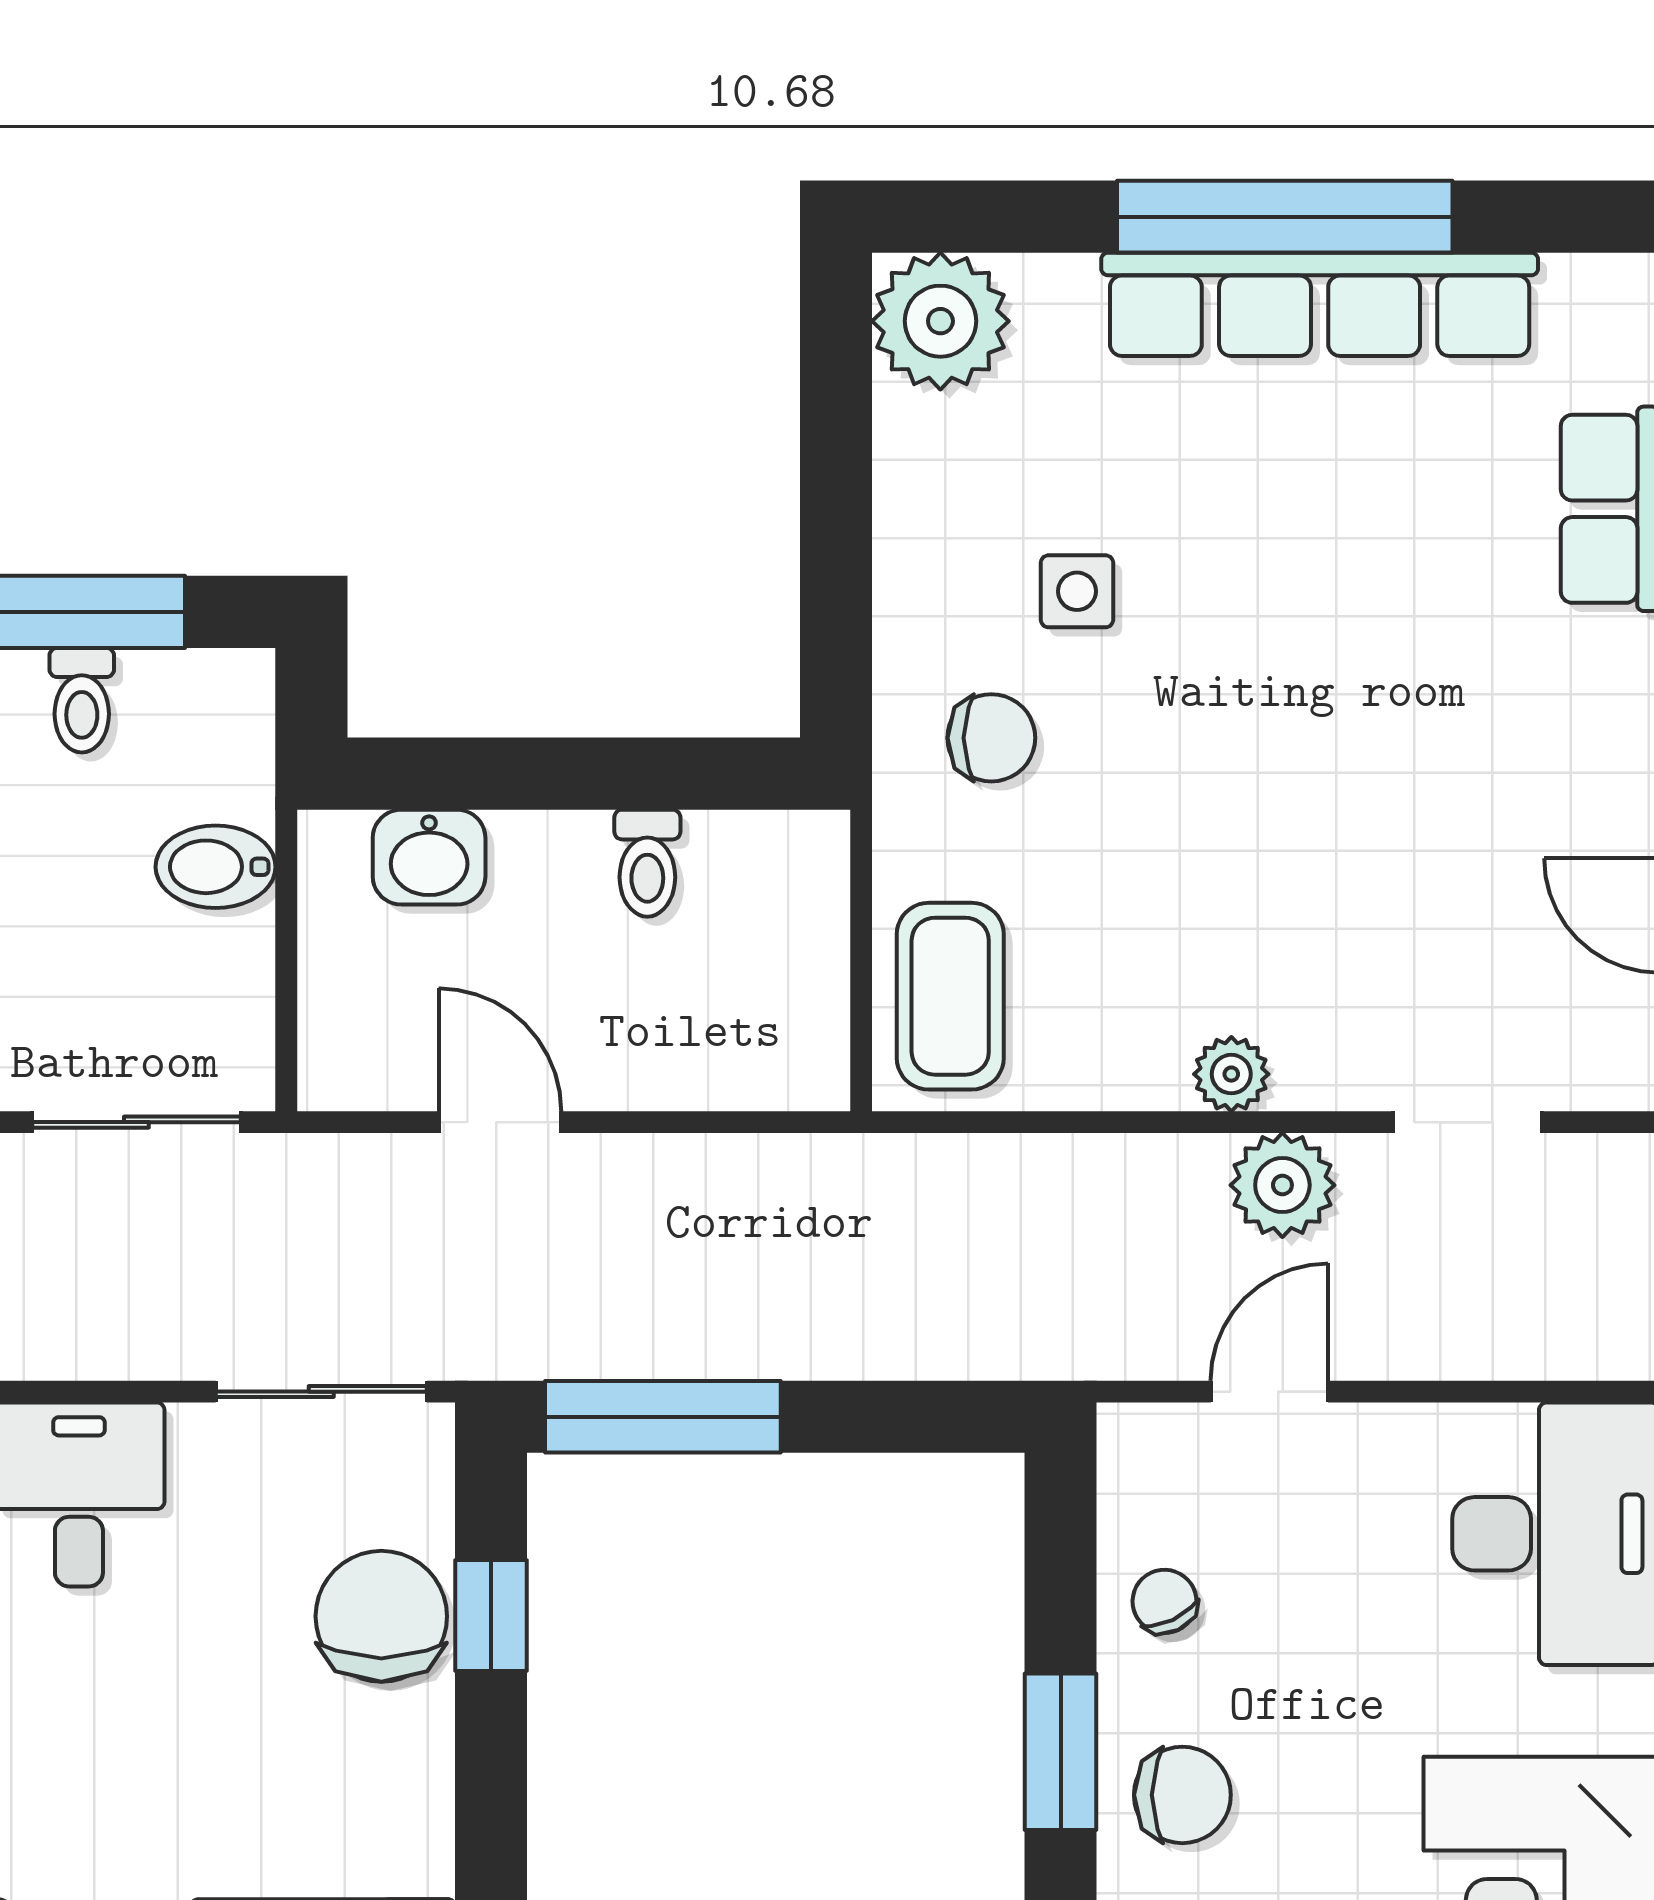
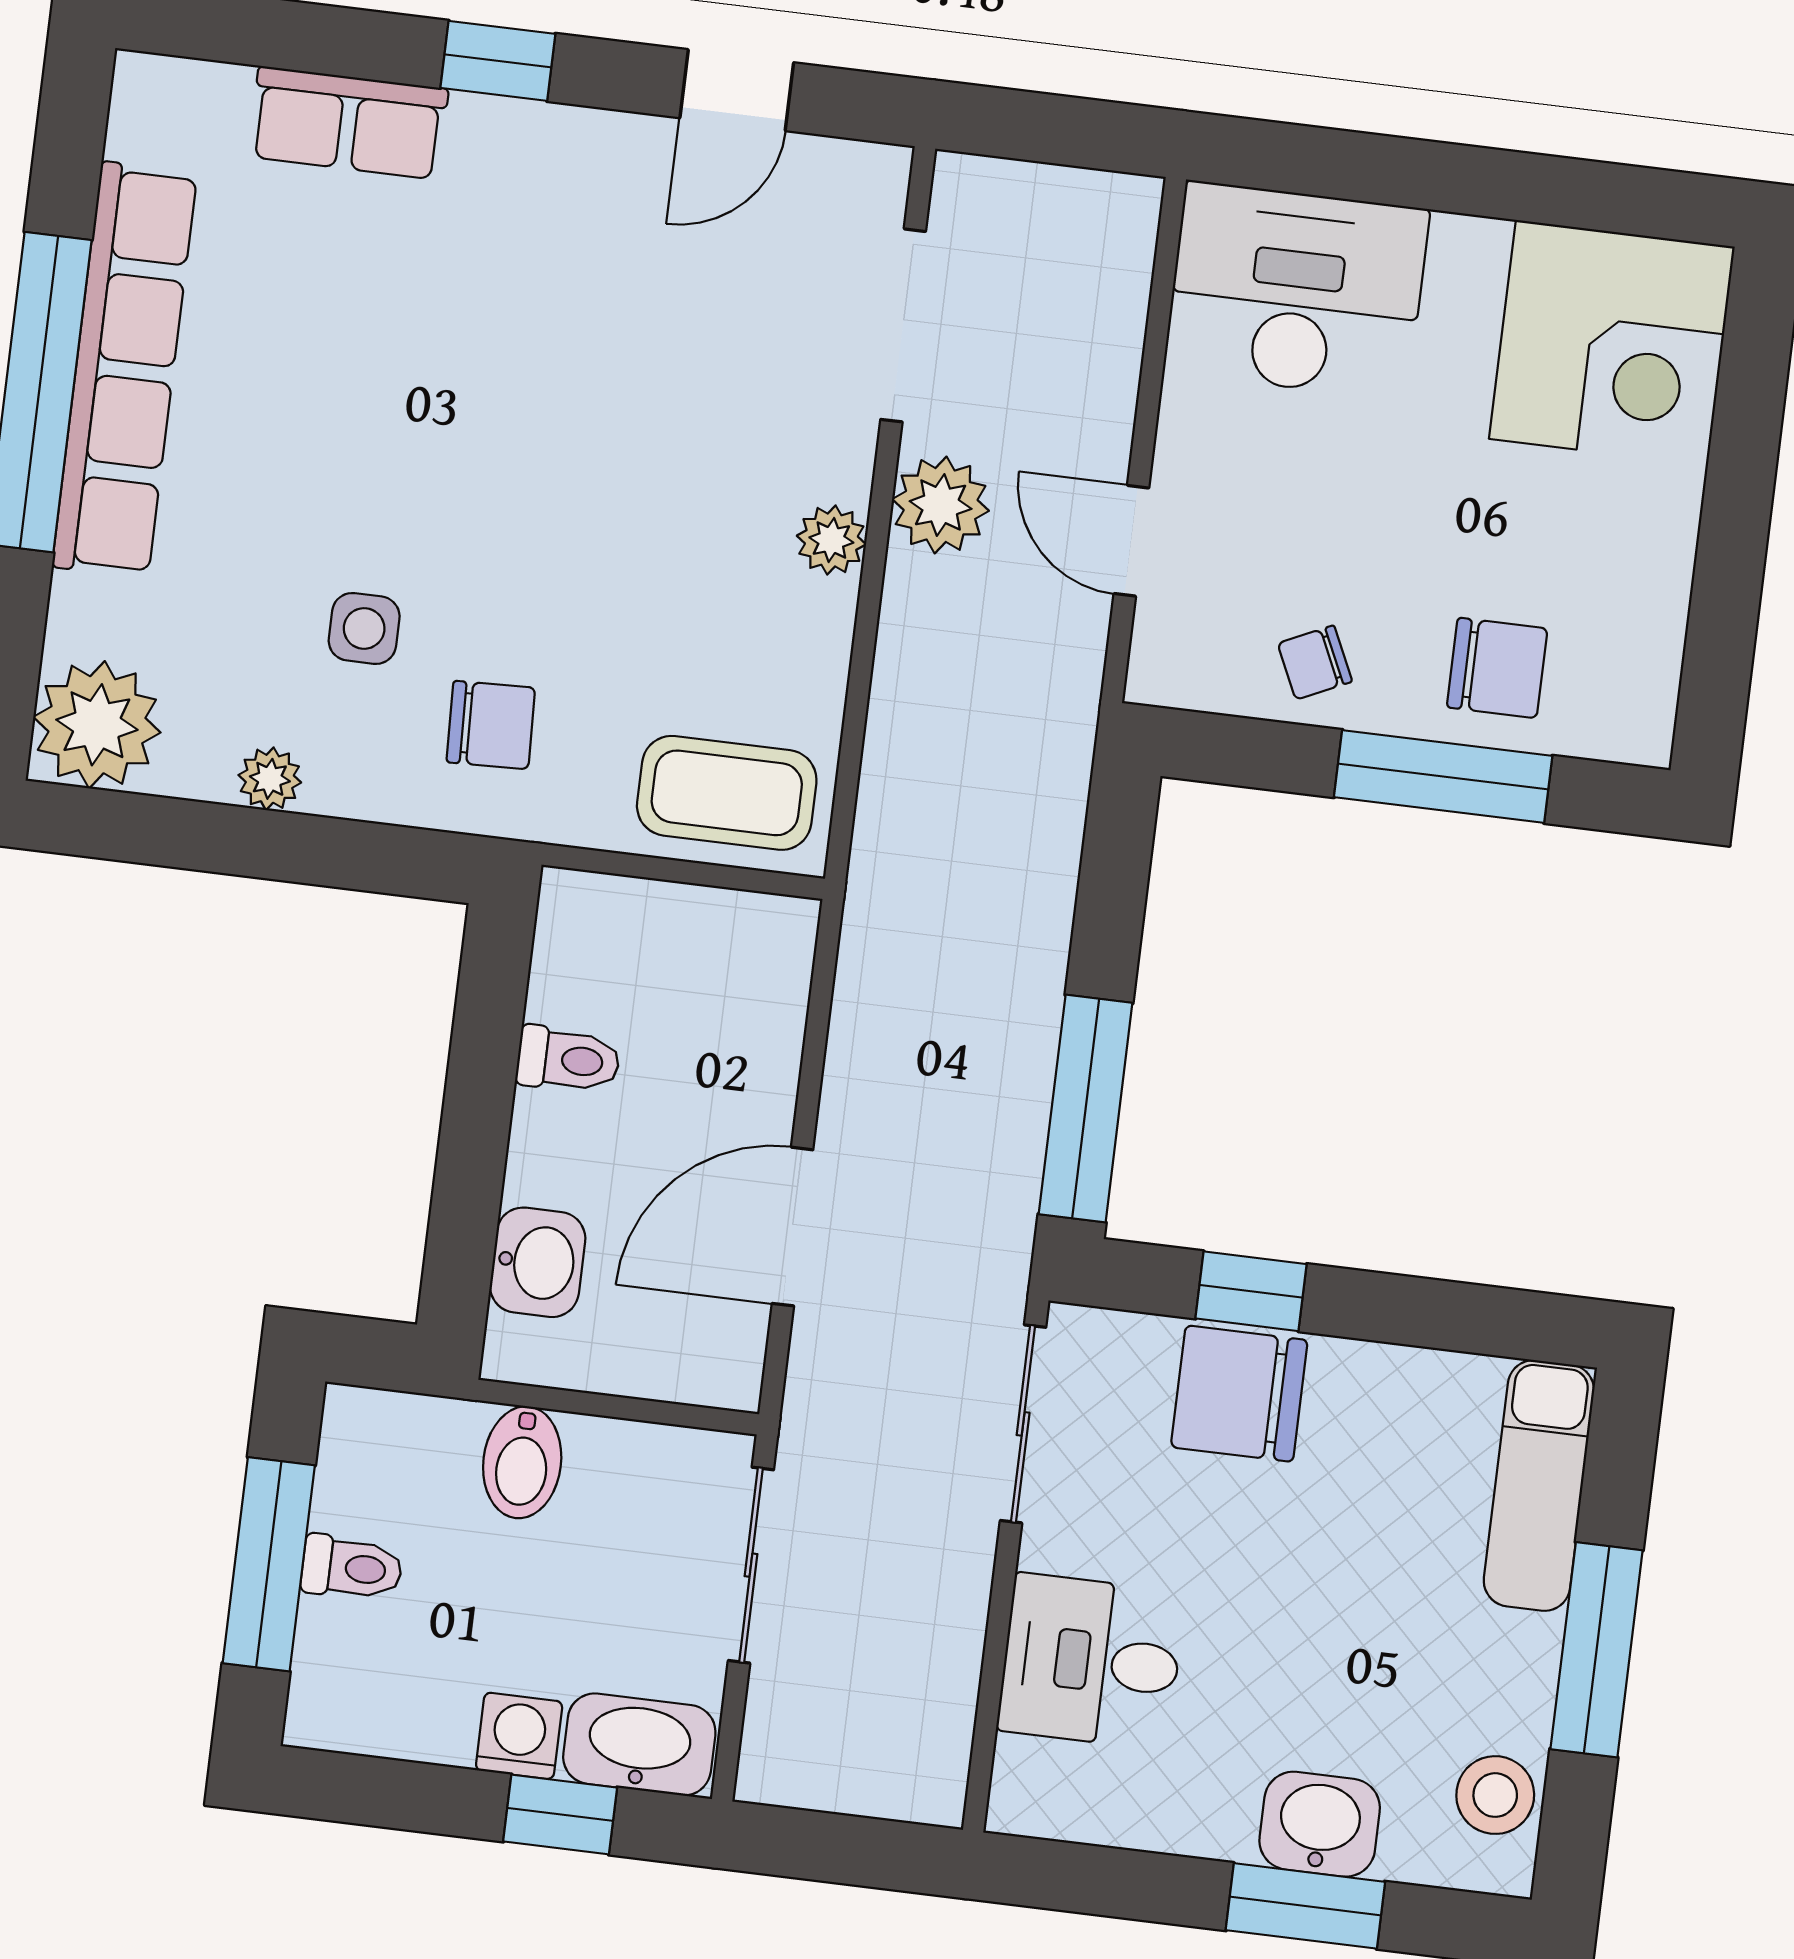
plant: (906, 511) -> (270, 779), added
chair: (991, 738) -> (491, 725), turned 88
door: (500, 1122) -> (793, 1227), width x1.38
doorway: (1468, 1122) -> (903, 325), width x1.38
window: (1061, 1752) -> (1443, 776), width x1.44
chair: (1182, 1795) -> (1497, 668), turned 90

